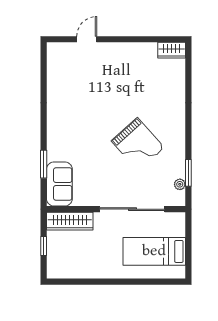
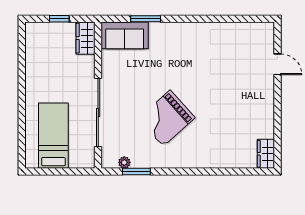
wardrobe: (70, 221) -> (85, 38), width x0.67

